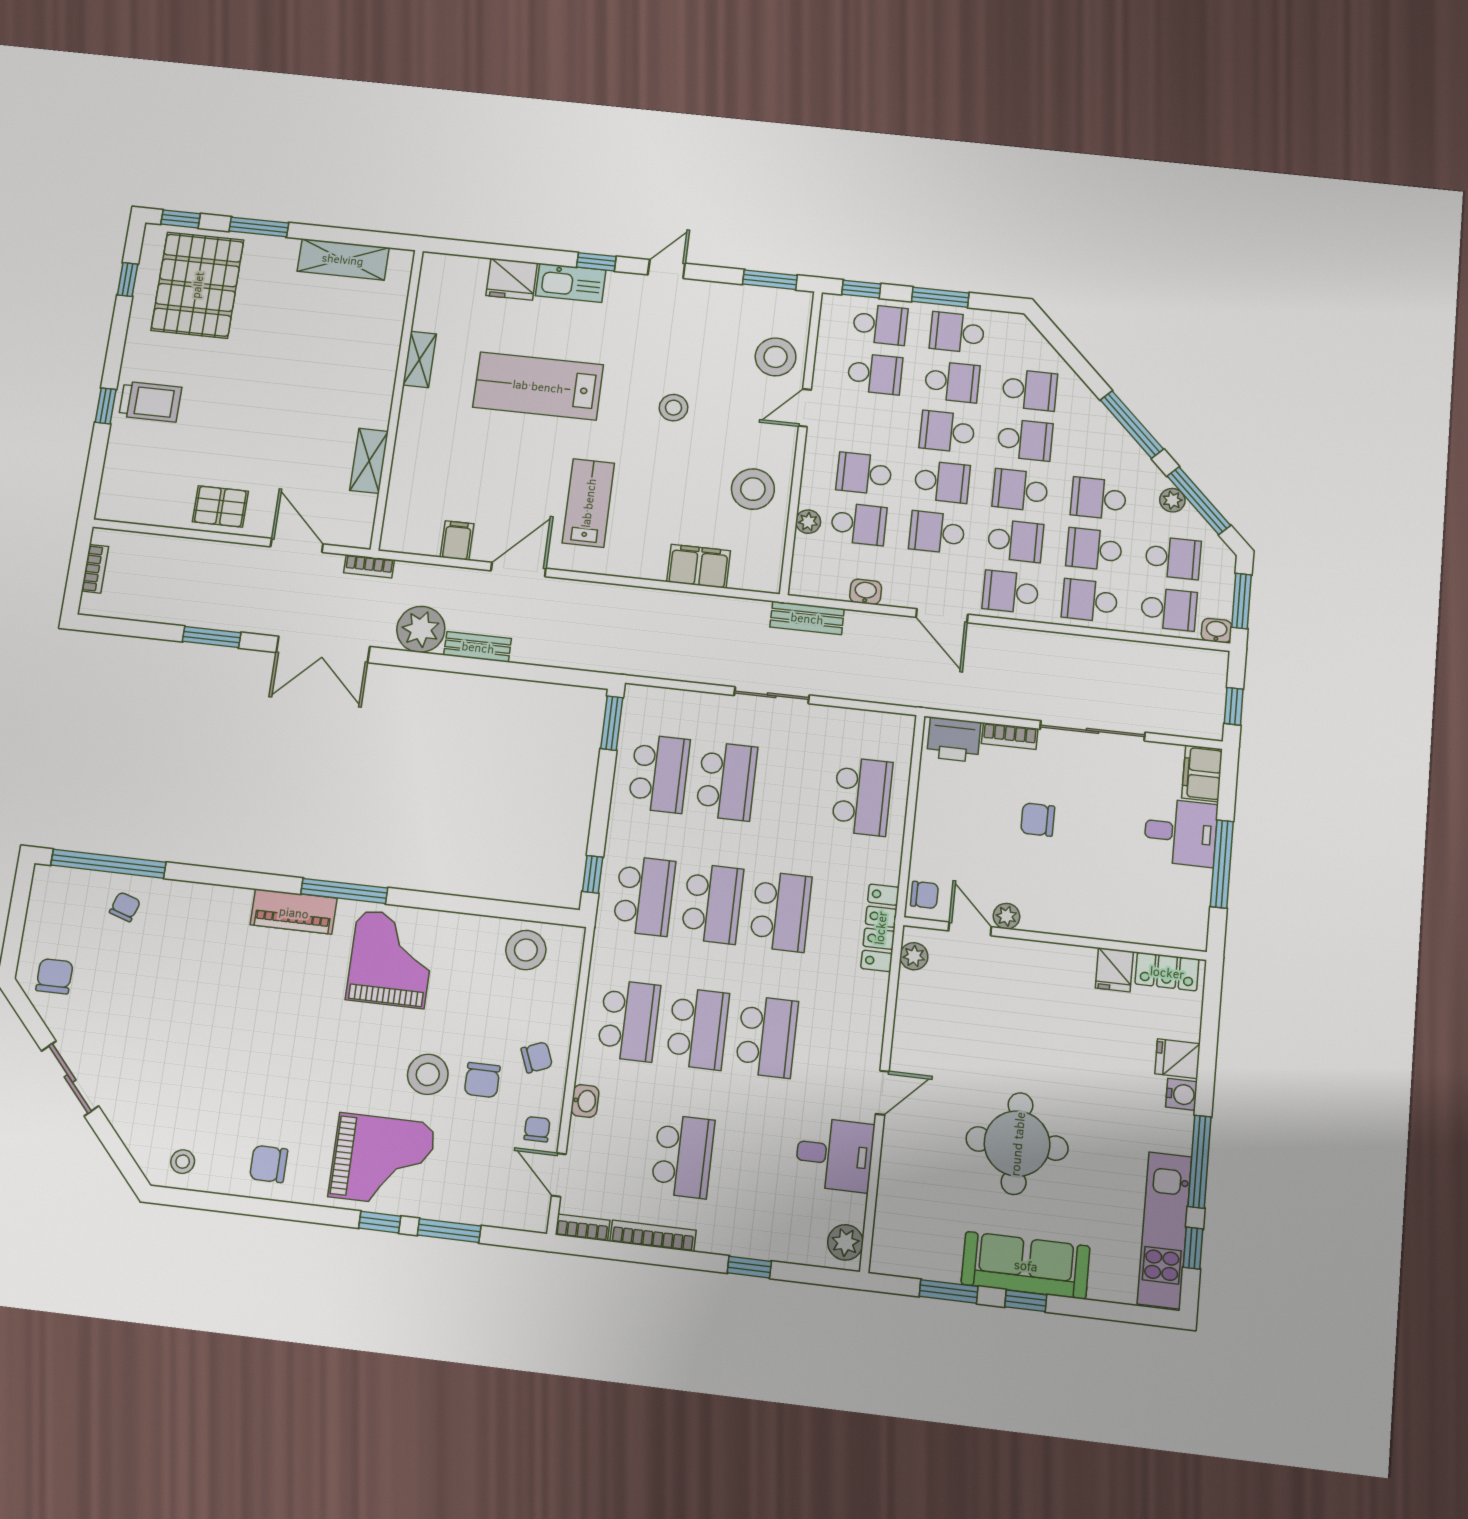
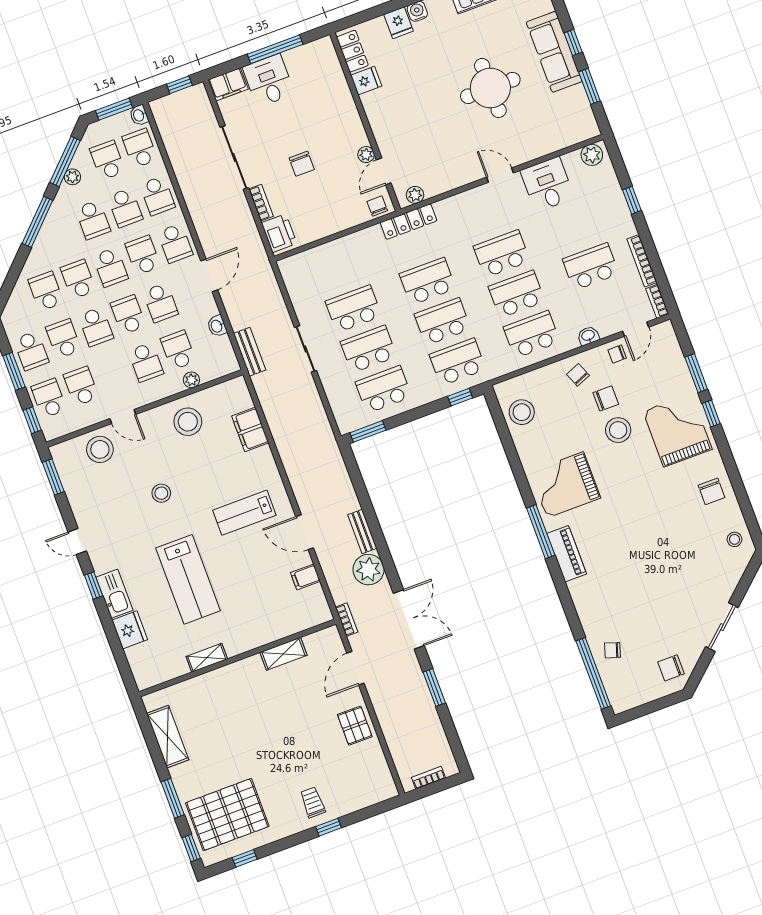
trolley: (150, 402) -> (313, 802), width x0.73, depth x0.72
school desk: (862, 797) -> (353, 309), moved

